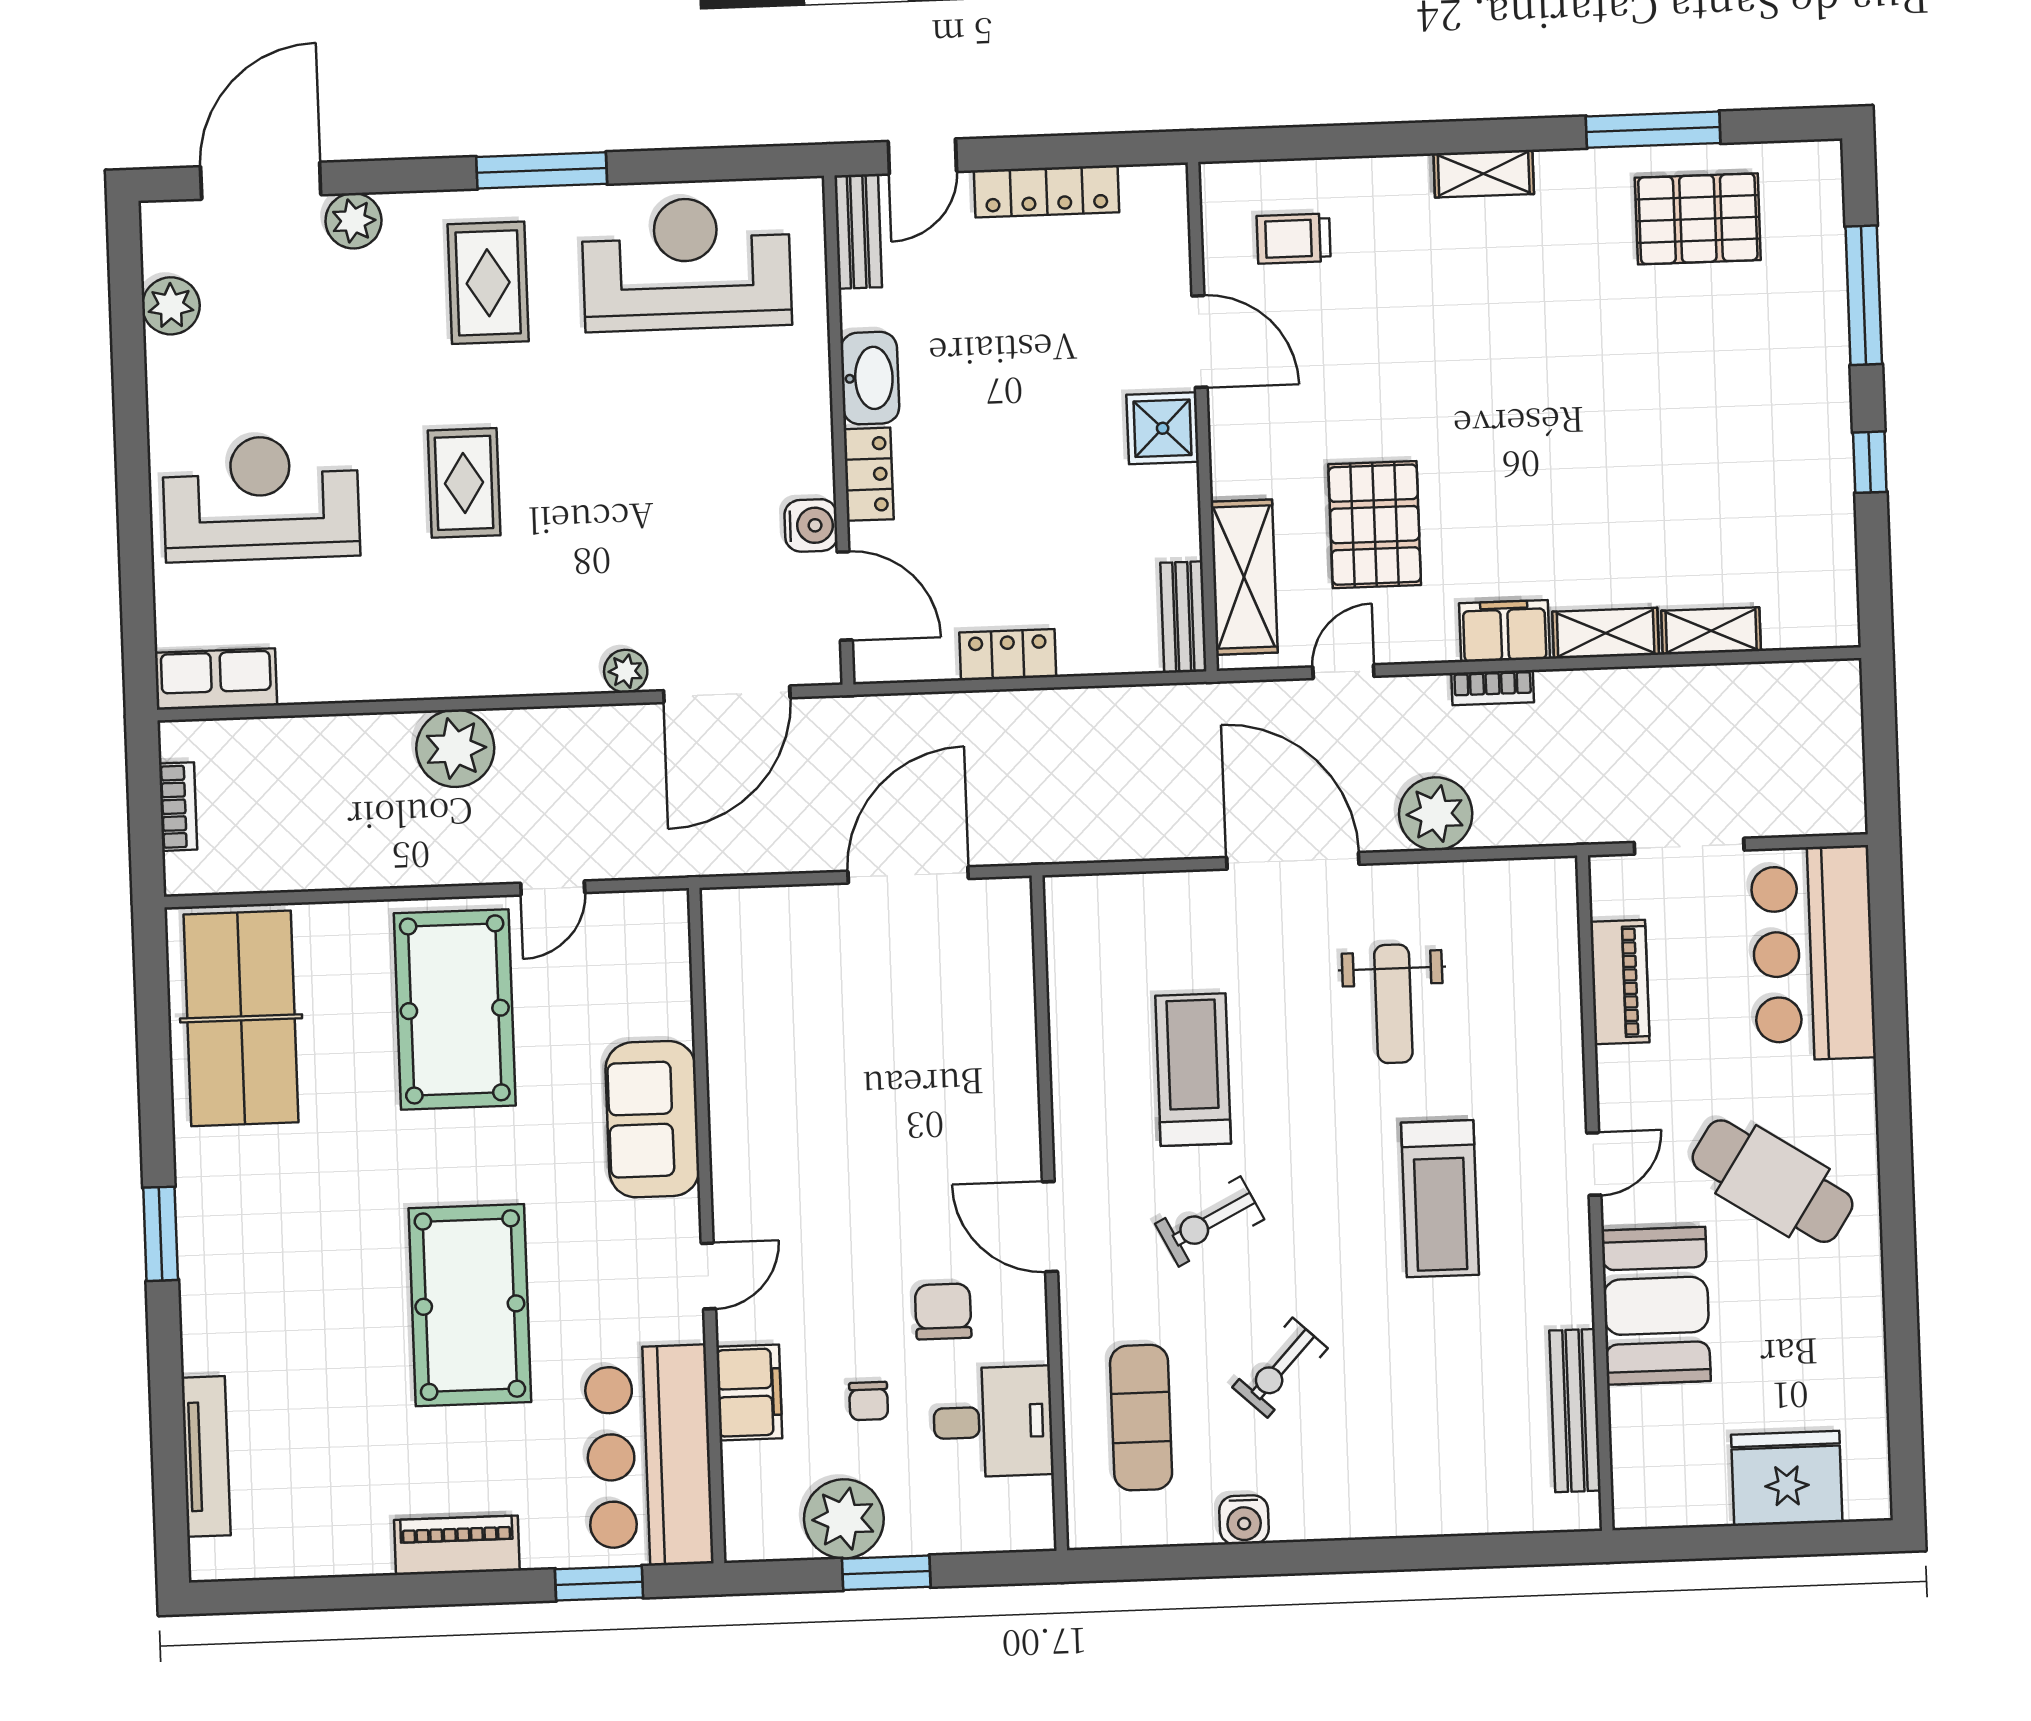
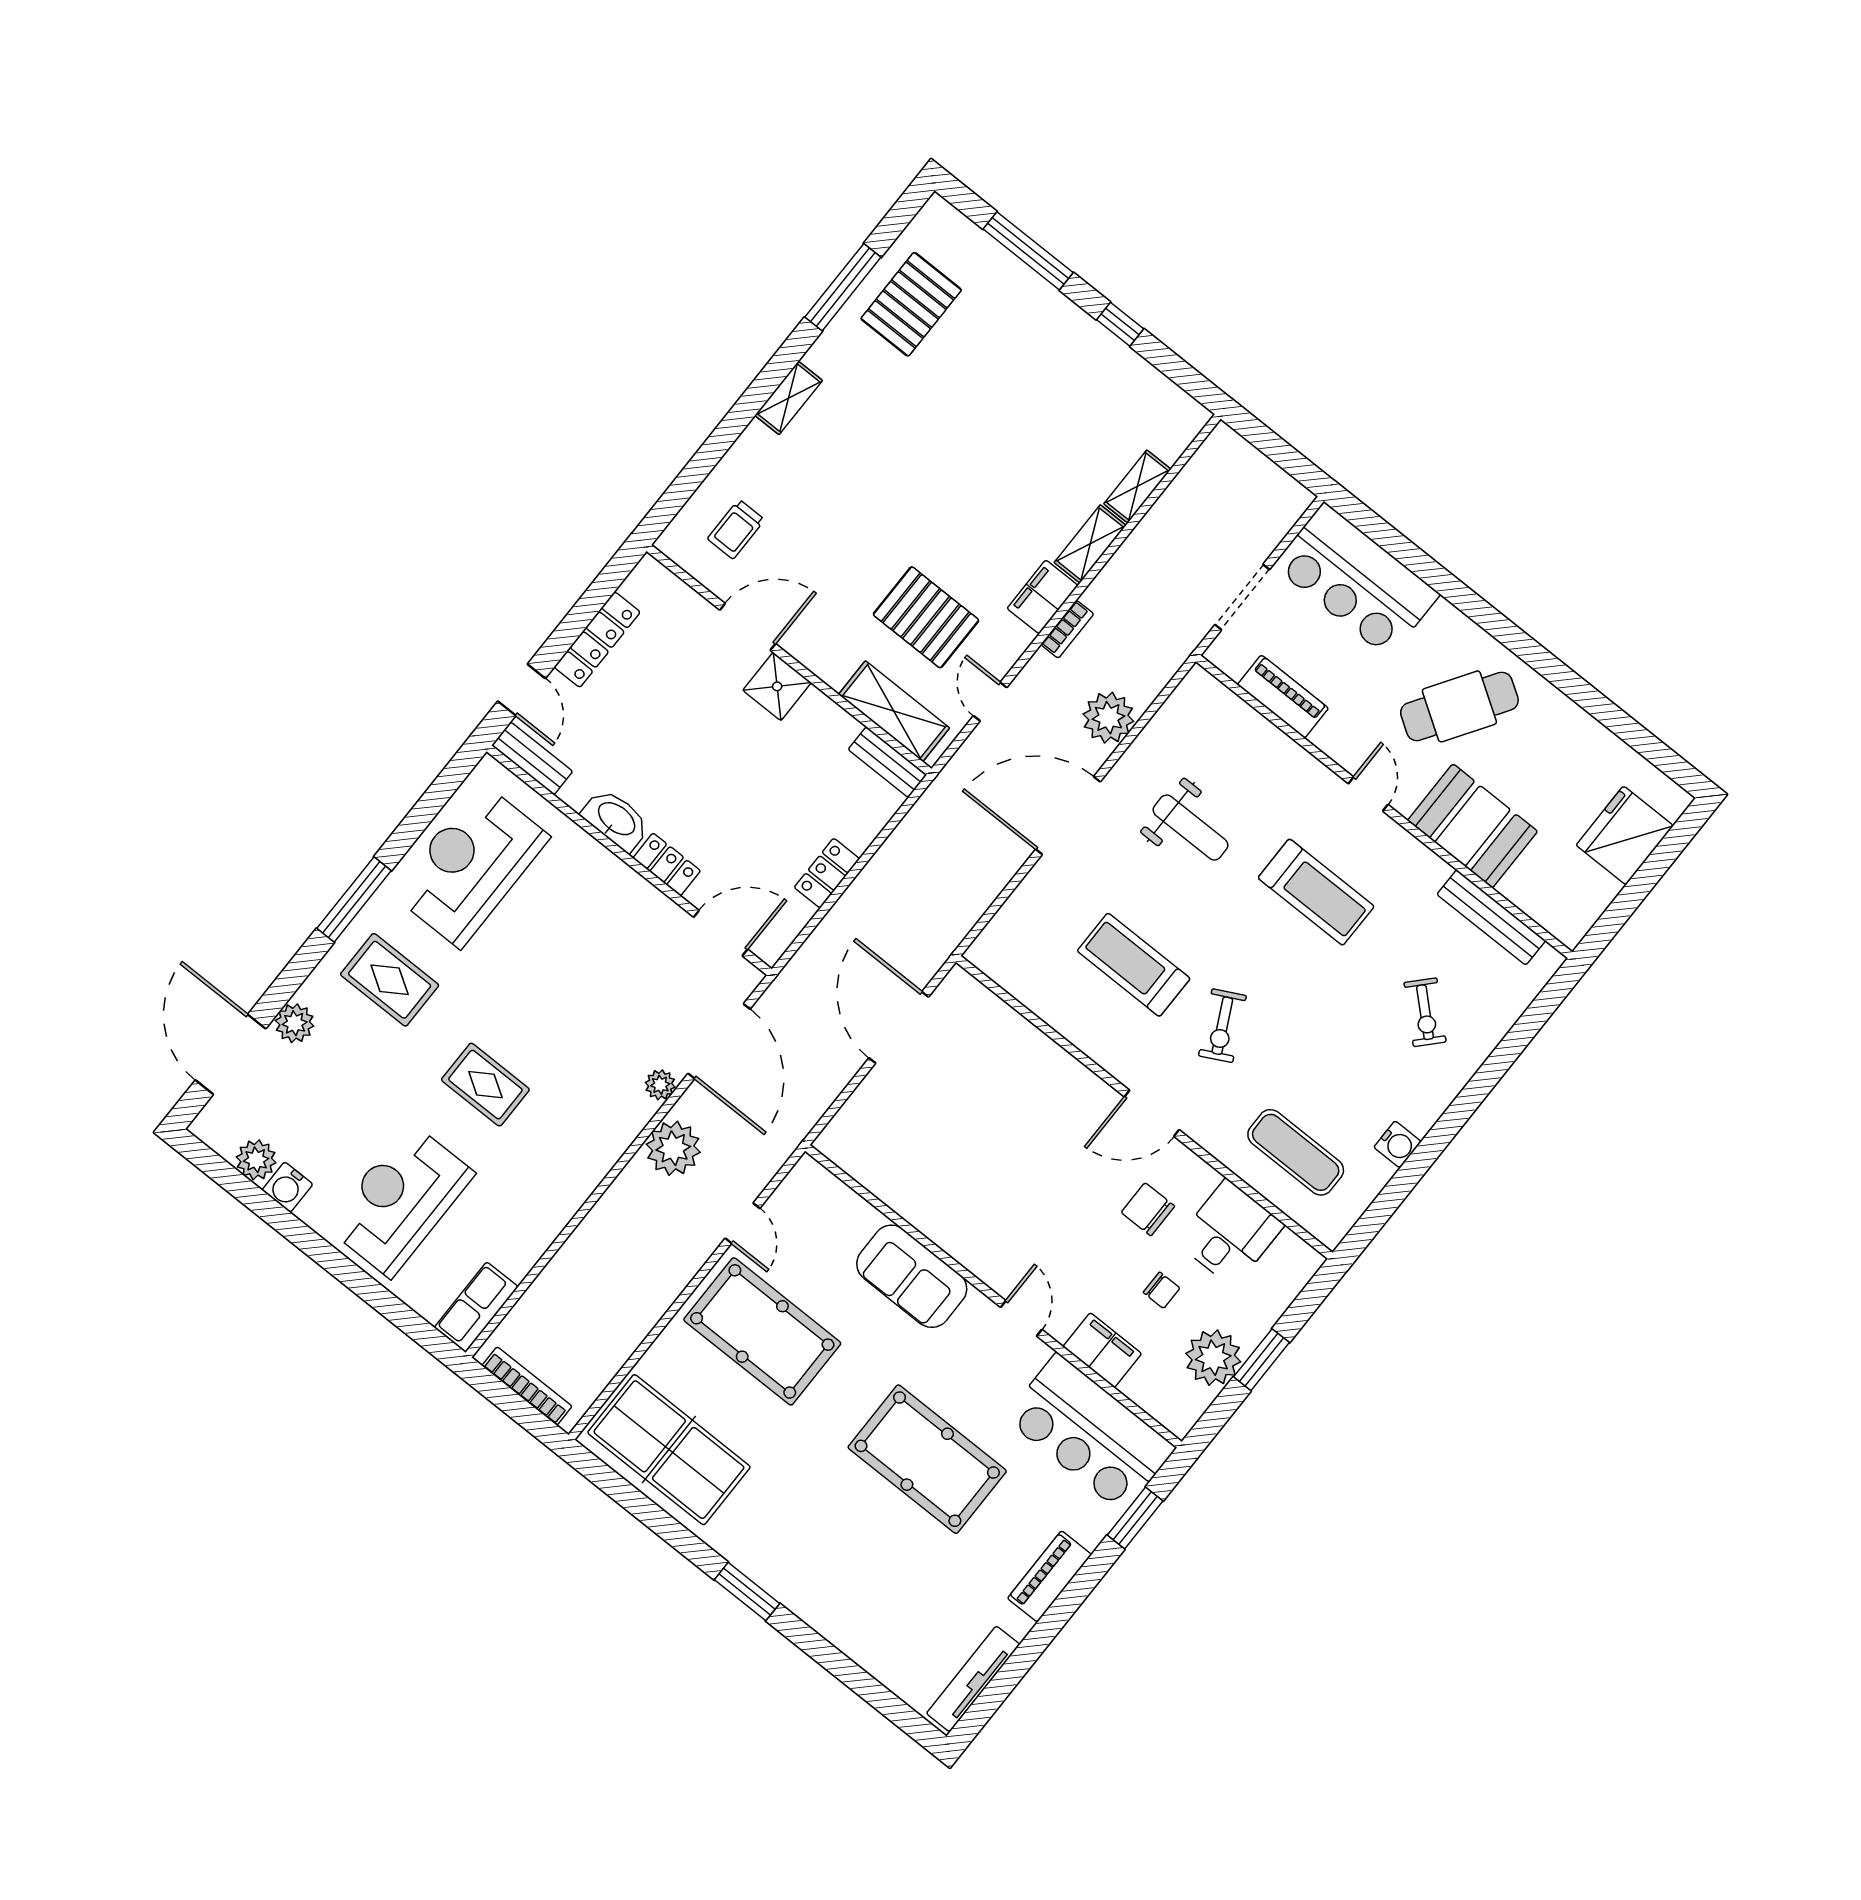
water cooler: (811, 525) -> (287, 1187), moved, turned 180
plant: (455, 748) -> (673, 1148), moved
bookcase: (178, 807) -> (527, 1386), width x1.56
exercise bike: (1280, 1368) -> (1425, 1012), moved
tv unit: (206, 1456) -> (973, 1679), moved, turned -90

